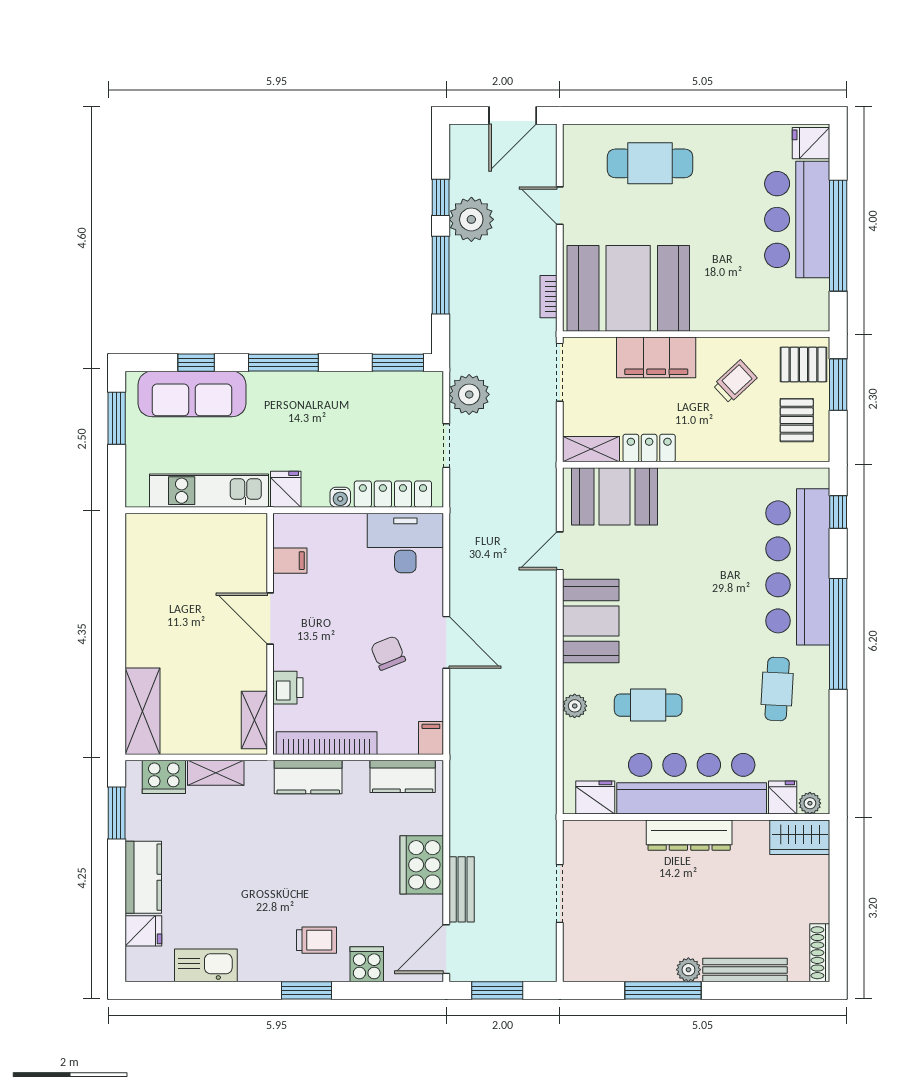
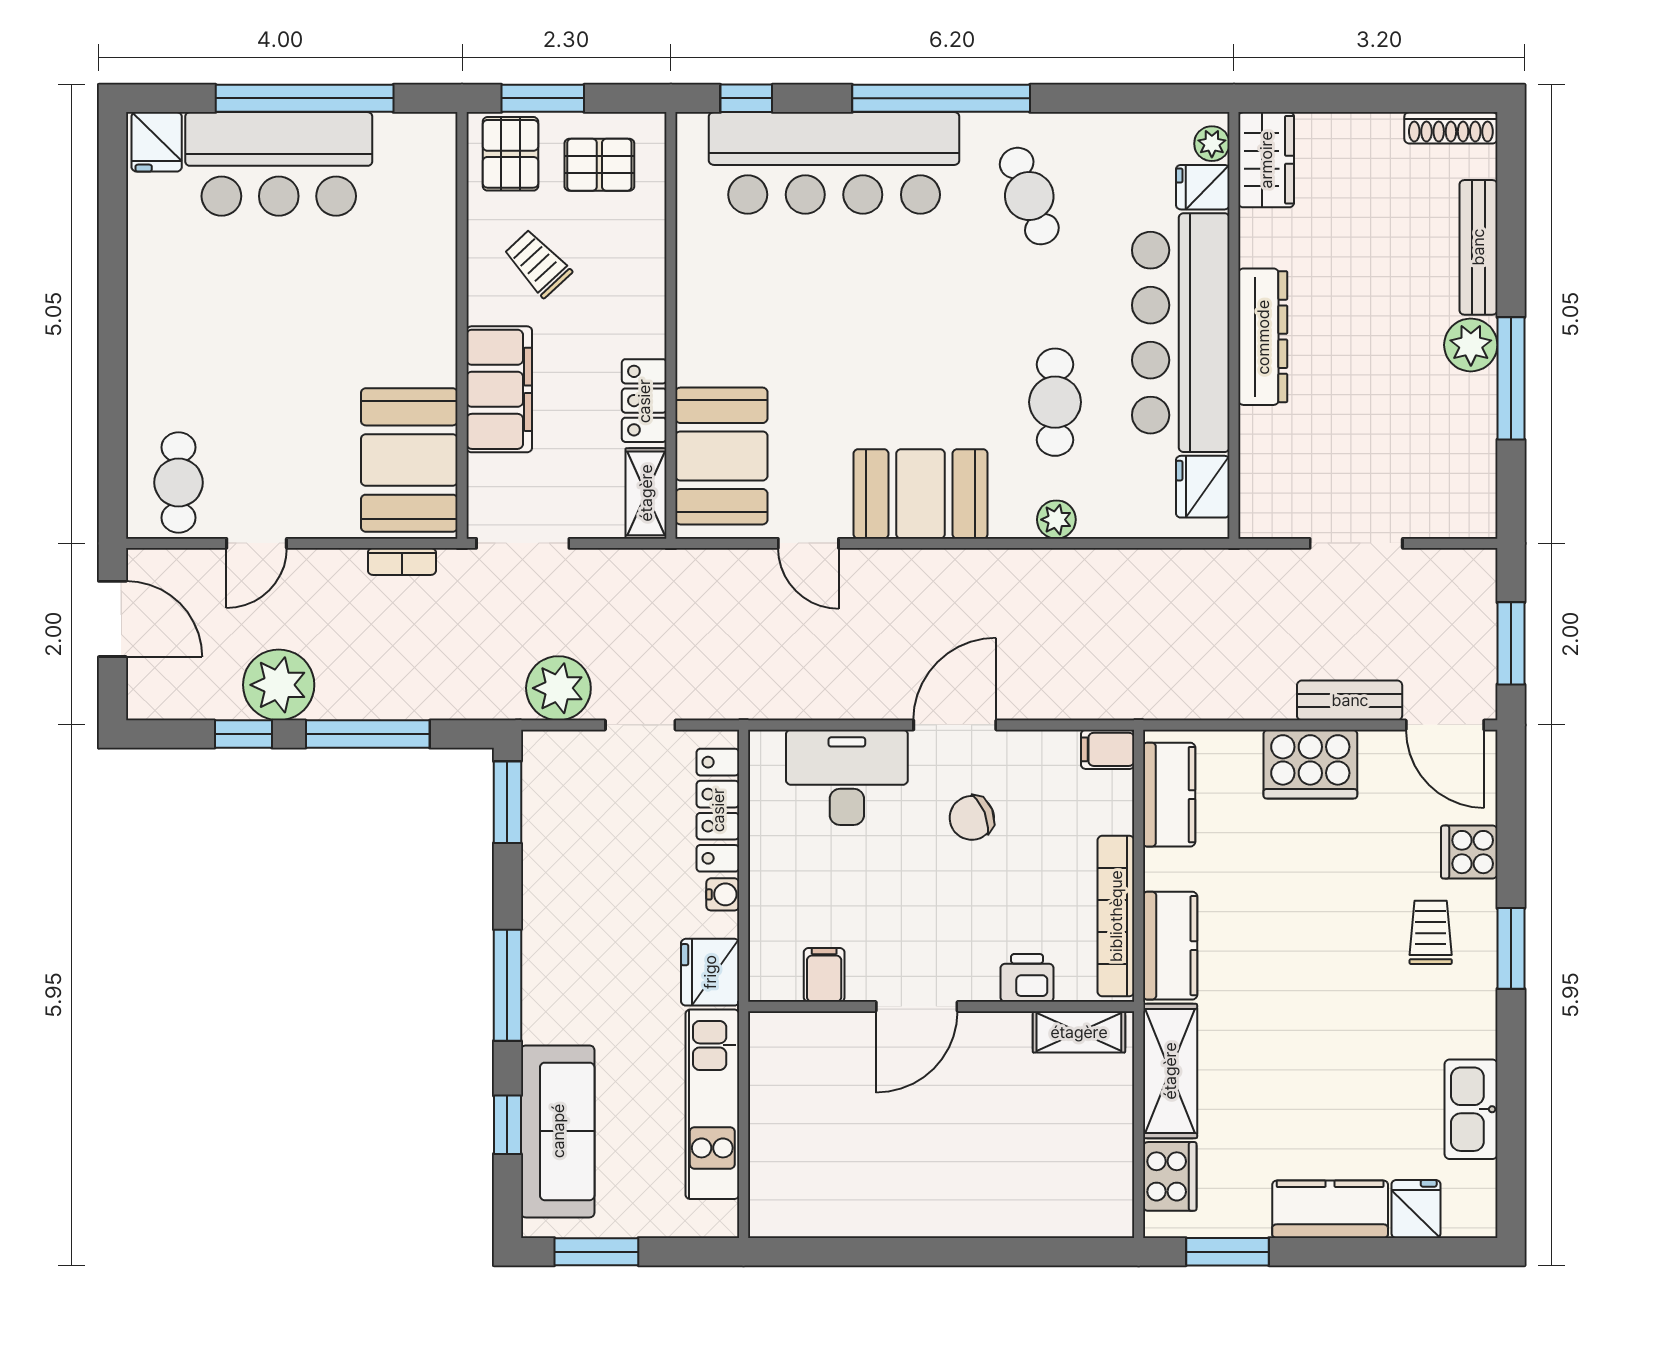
cafe table: (650, 163) -> (179, 483), moved, width x0.73, depth x0.74
booth: (628, 288) -> (409, 460), width x0.73, depth x0.70
fridge: (286, 489) -> (710, 972), width x1.38
desk: (405, 543) -> (847, 777), moved, turned 90
cafe table: (777, 689) -> (1029, 196), turned 66
shelving: (143, 711) -> (1065, 1210), removed
shelving: (216, 773) -> (1170, 1071), width x1.50, depth x1.33
plant: (688, 970) -> (1471, 345), width x1.38, depth x1.38

